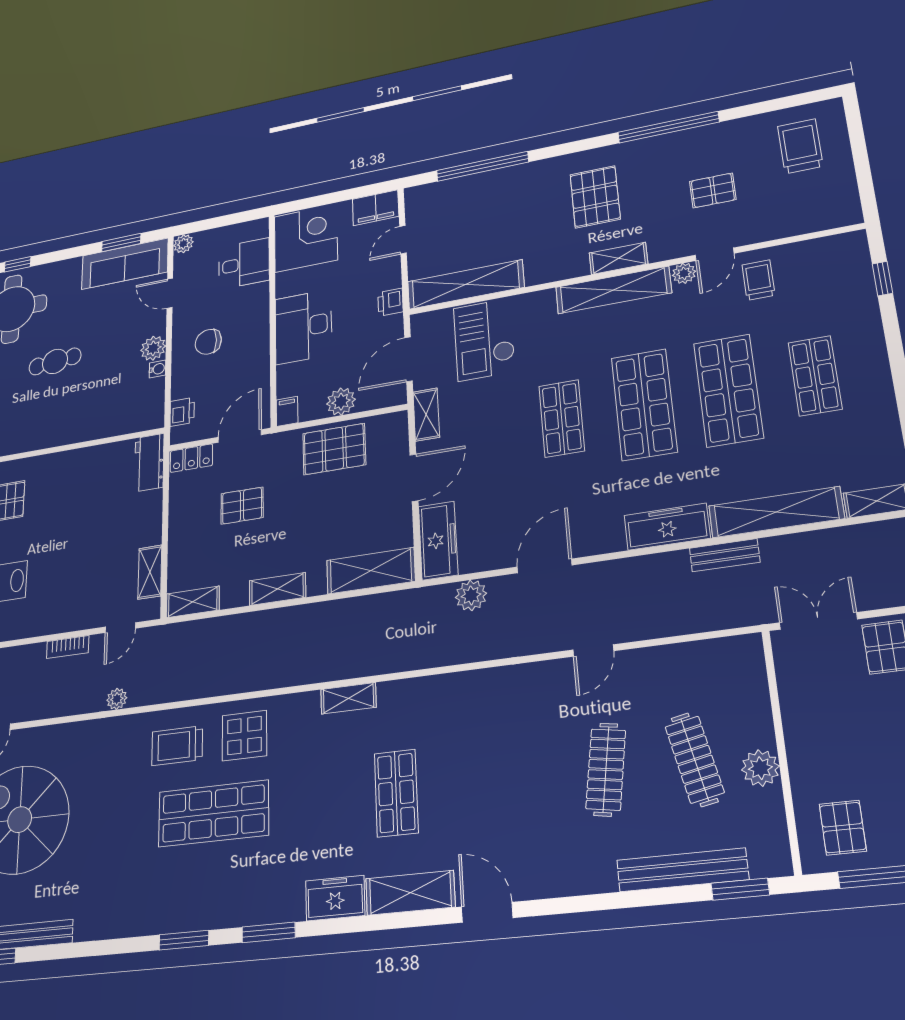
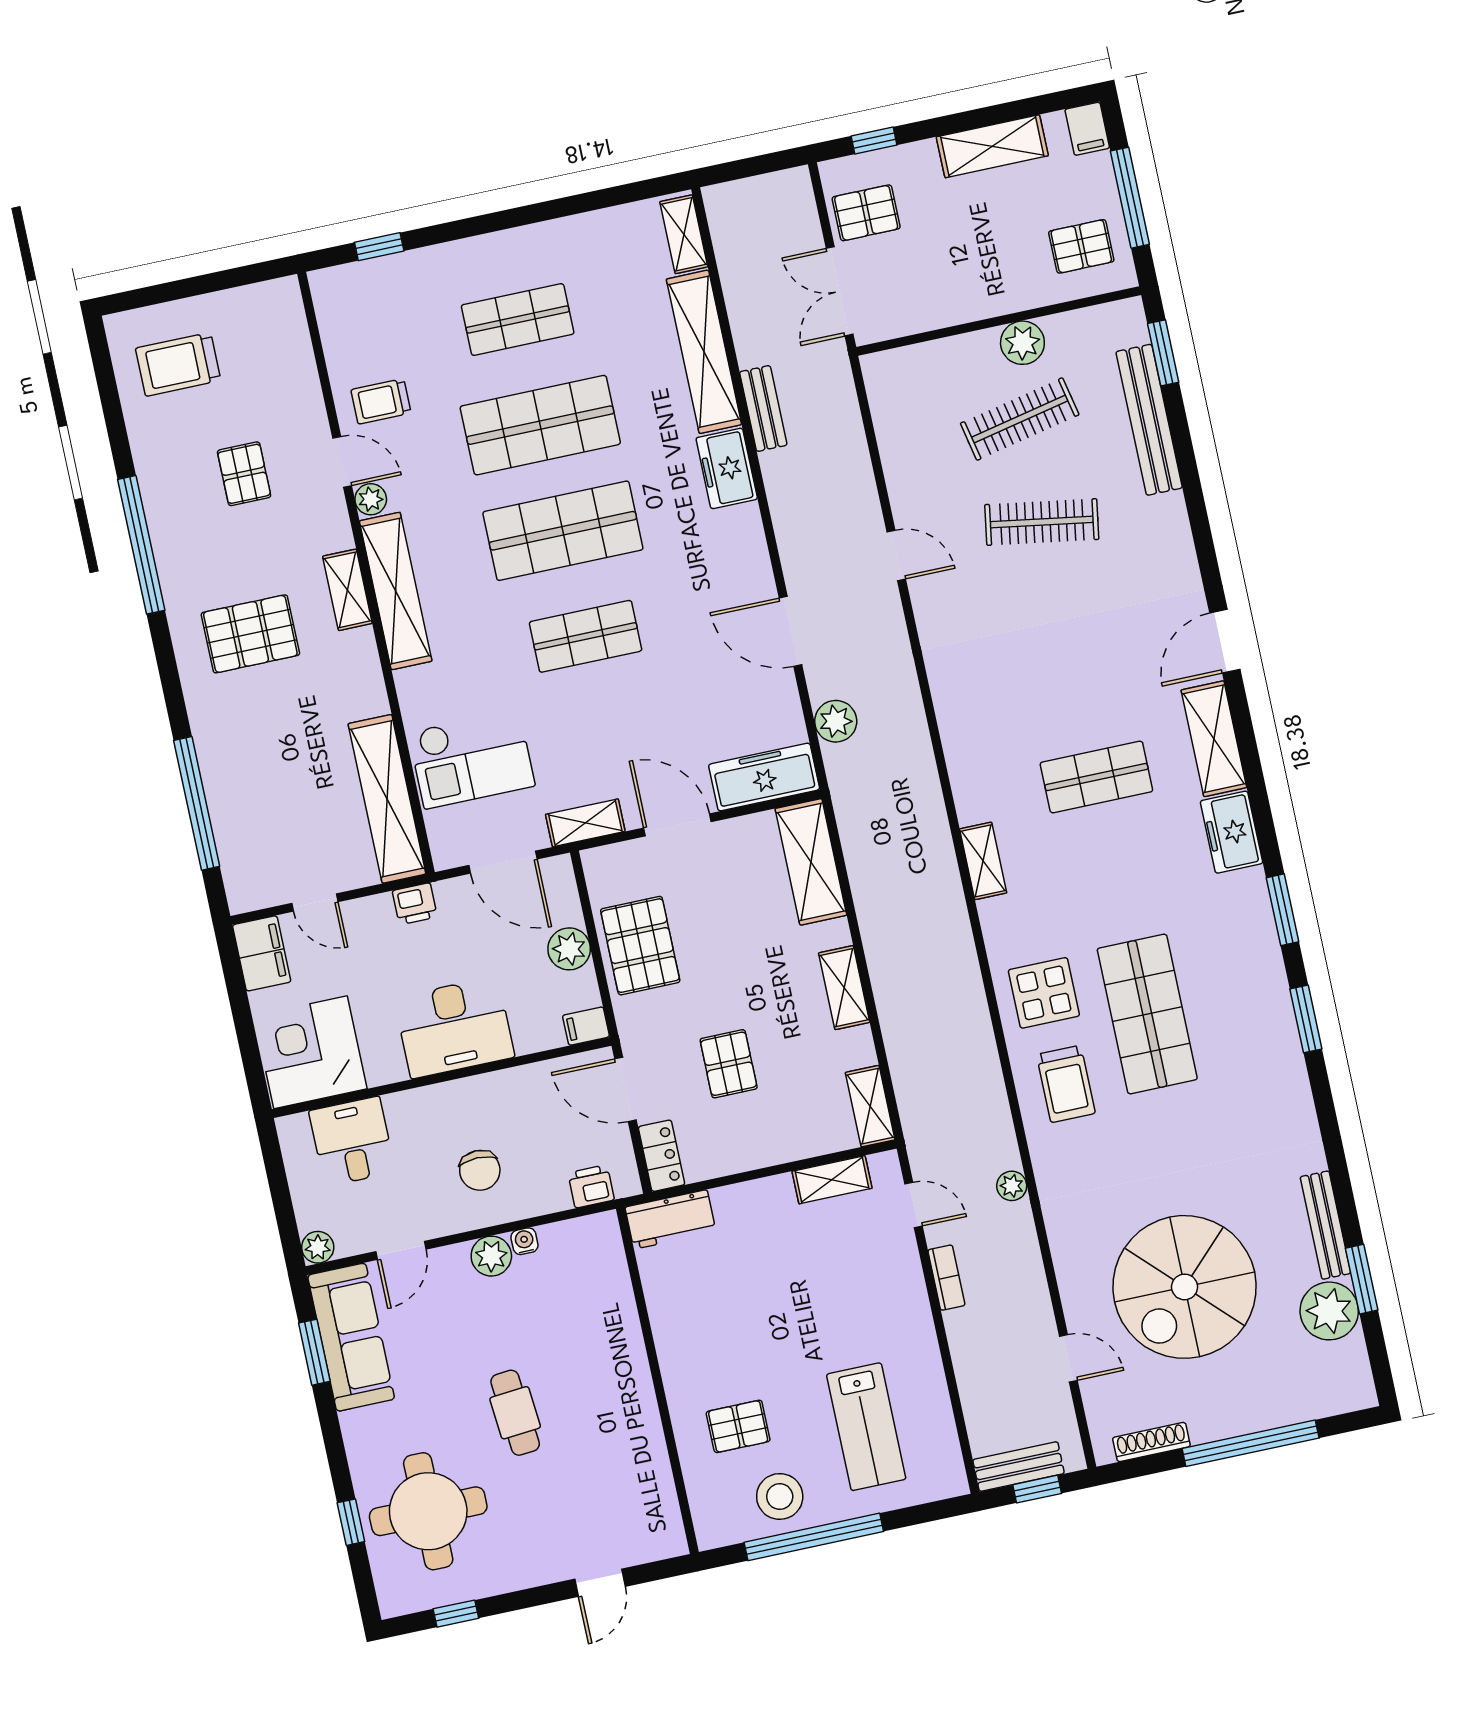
freezer: (667, 527) -> (727, 468), width x0.71

